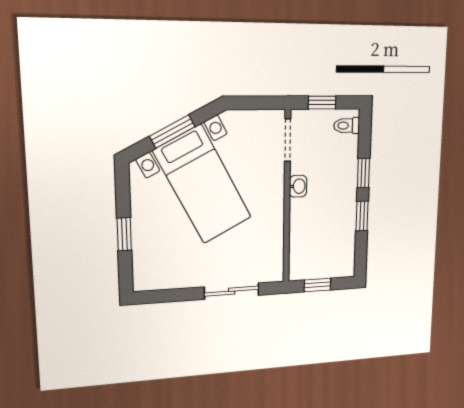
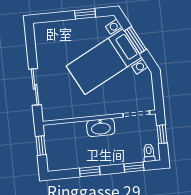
window: (363, 173) -> (134, 167), moved
washbasin: (298, 186) -> (101, 127), width x1.91, depth x1.45
window: (124, 234) -> (85, 14), moved

